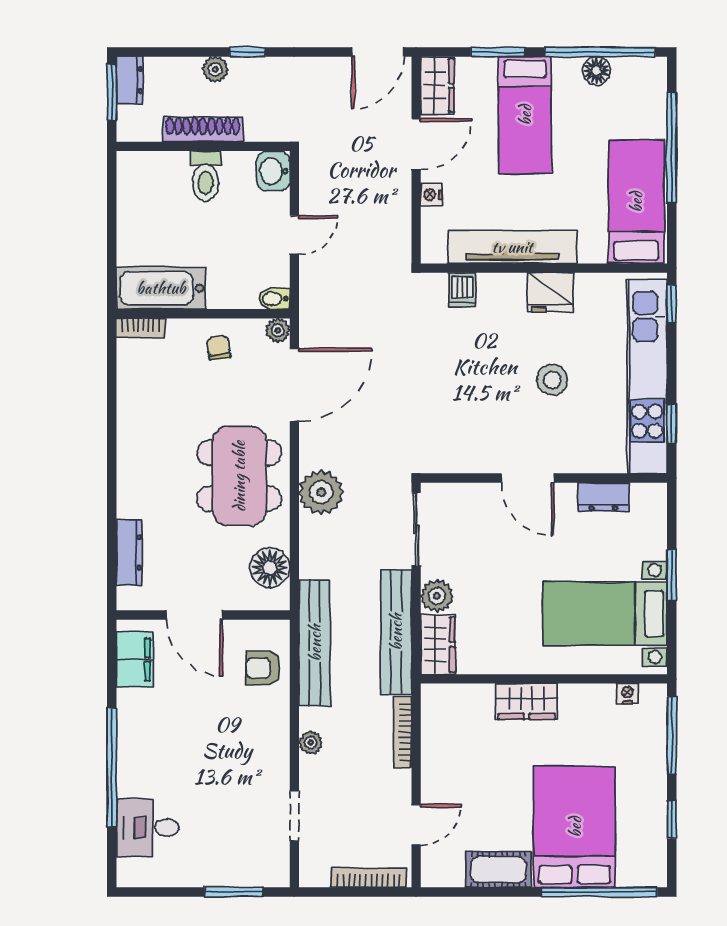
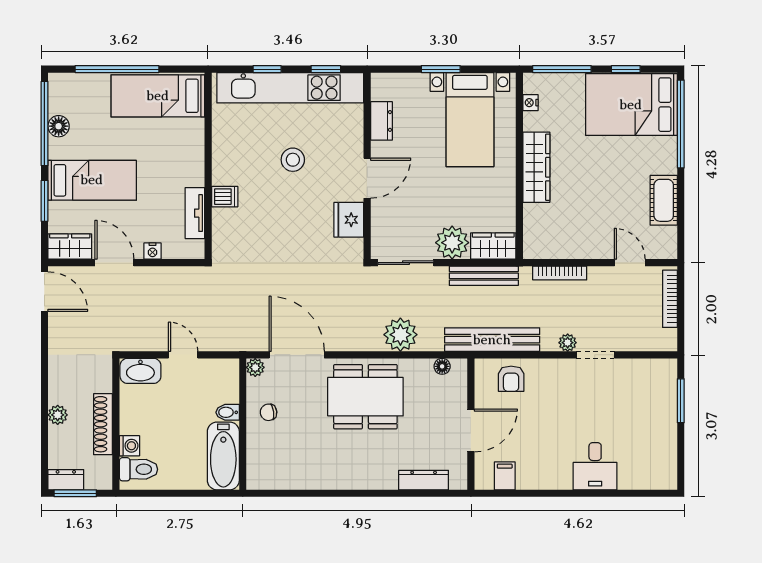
window: (247, 52) -> (44, 391), removed
washing machine: (174, 164) -> (129, 446), added
washbasin: (273, 171) -> (140, 371), width x1.38
toilet: (206, 176) -> (139, 469), moved
tv unit: (512, 247) -> (195, 213), width x0.52, depth x0.78
dishwasher: (462, 290) -> (225, 197), moved
fridge: (550, 292) -> (349, 220), moved, turned 180
bidet: (274, 299) -> (228, 412), moved, turned 90
window: (672, 304) -> (267, 69), moved
bookcase: (141, 328) -> (254, 471), removed
plant: (321, 492) -> (400, 335), moved
floor lamp: (270, 568) -> (442, 366), width x0.53, depth x0.53
plant: (437, 596) -> (452, 243), width x1.36, depth x1.36
bench: (396, 632) -> (484, 276), width x0.73, depth x0.82
filing cabinet: (135, 660) -> (505, 476), width x0.50
wardrobe: (527, 701) -> (536, 167), width x1.50
window: (112, 767) -> (586, 493), removed
doorway: (294, 816) -> (595, 355), moved
bed: (575, 827) -> (631, 105), moved
desk: (147, 828) -> (595, 466), moved

